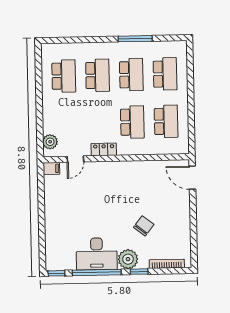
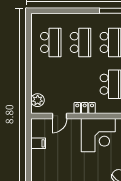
filing cabinet: (51, 168) -> (38, 143), moved
corner desk: (120, 180) -> (98, 135), added

